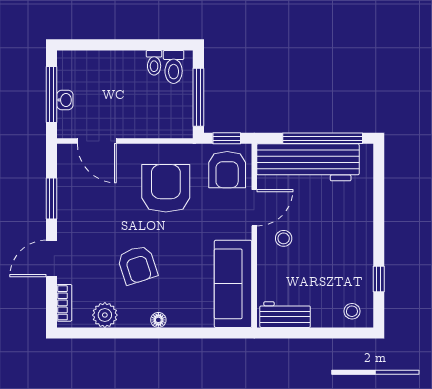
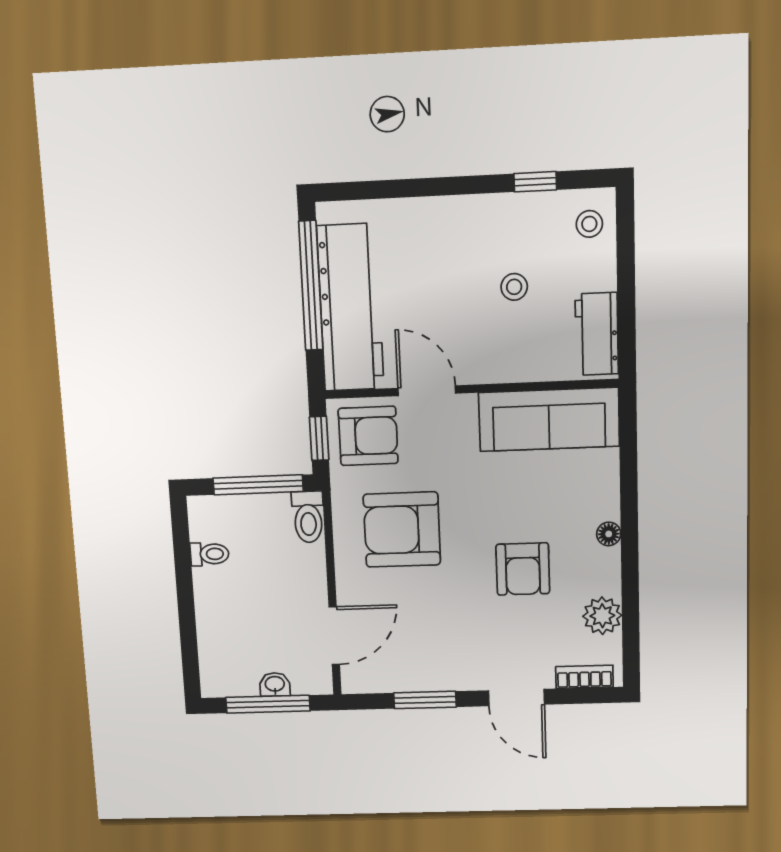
toilet: (174, 67) -> (308, 517), moved, turned 90
stool: (284, 238) -> (514, 287), moved
armchair: (137, 265) -> (523, 569), turned 108

